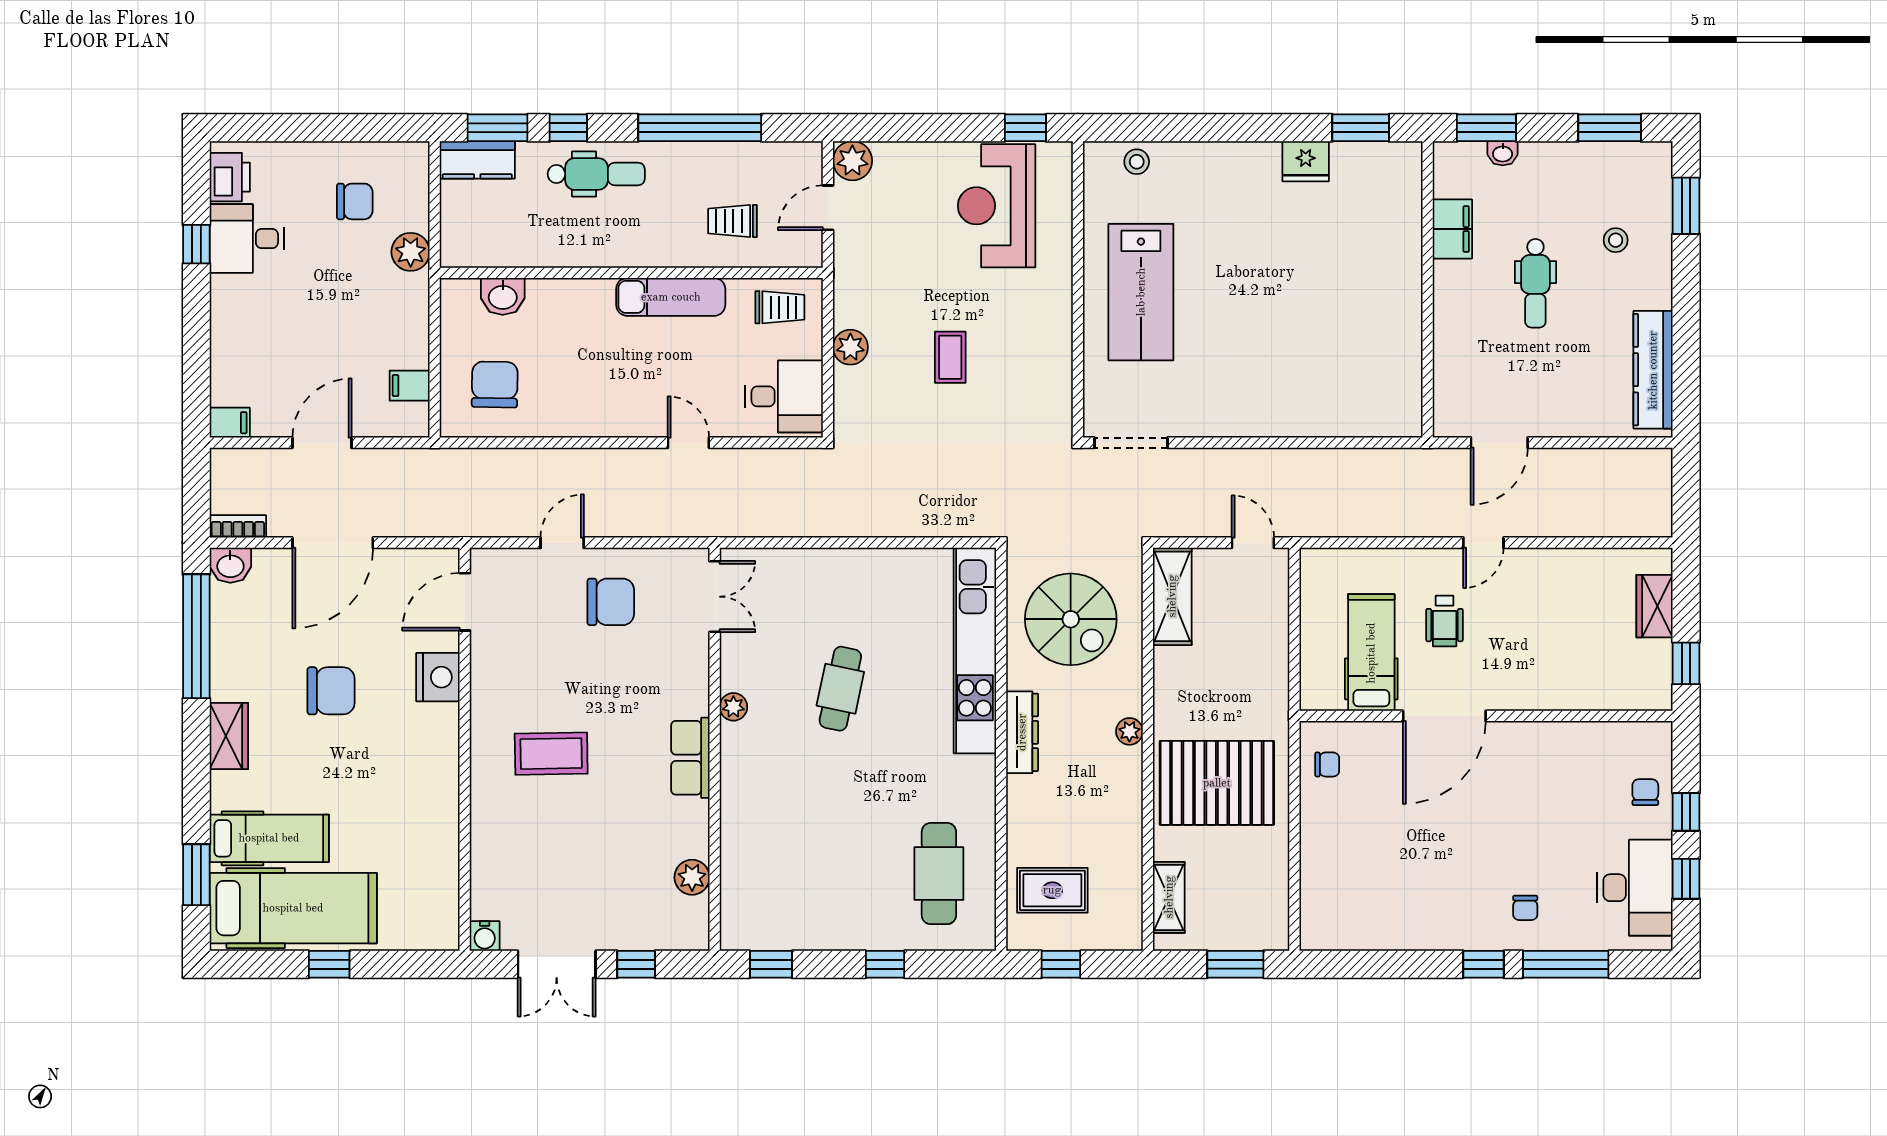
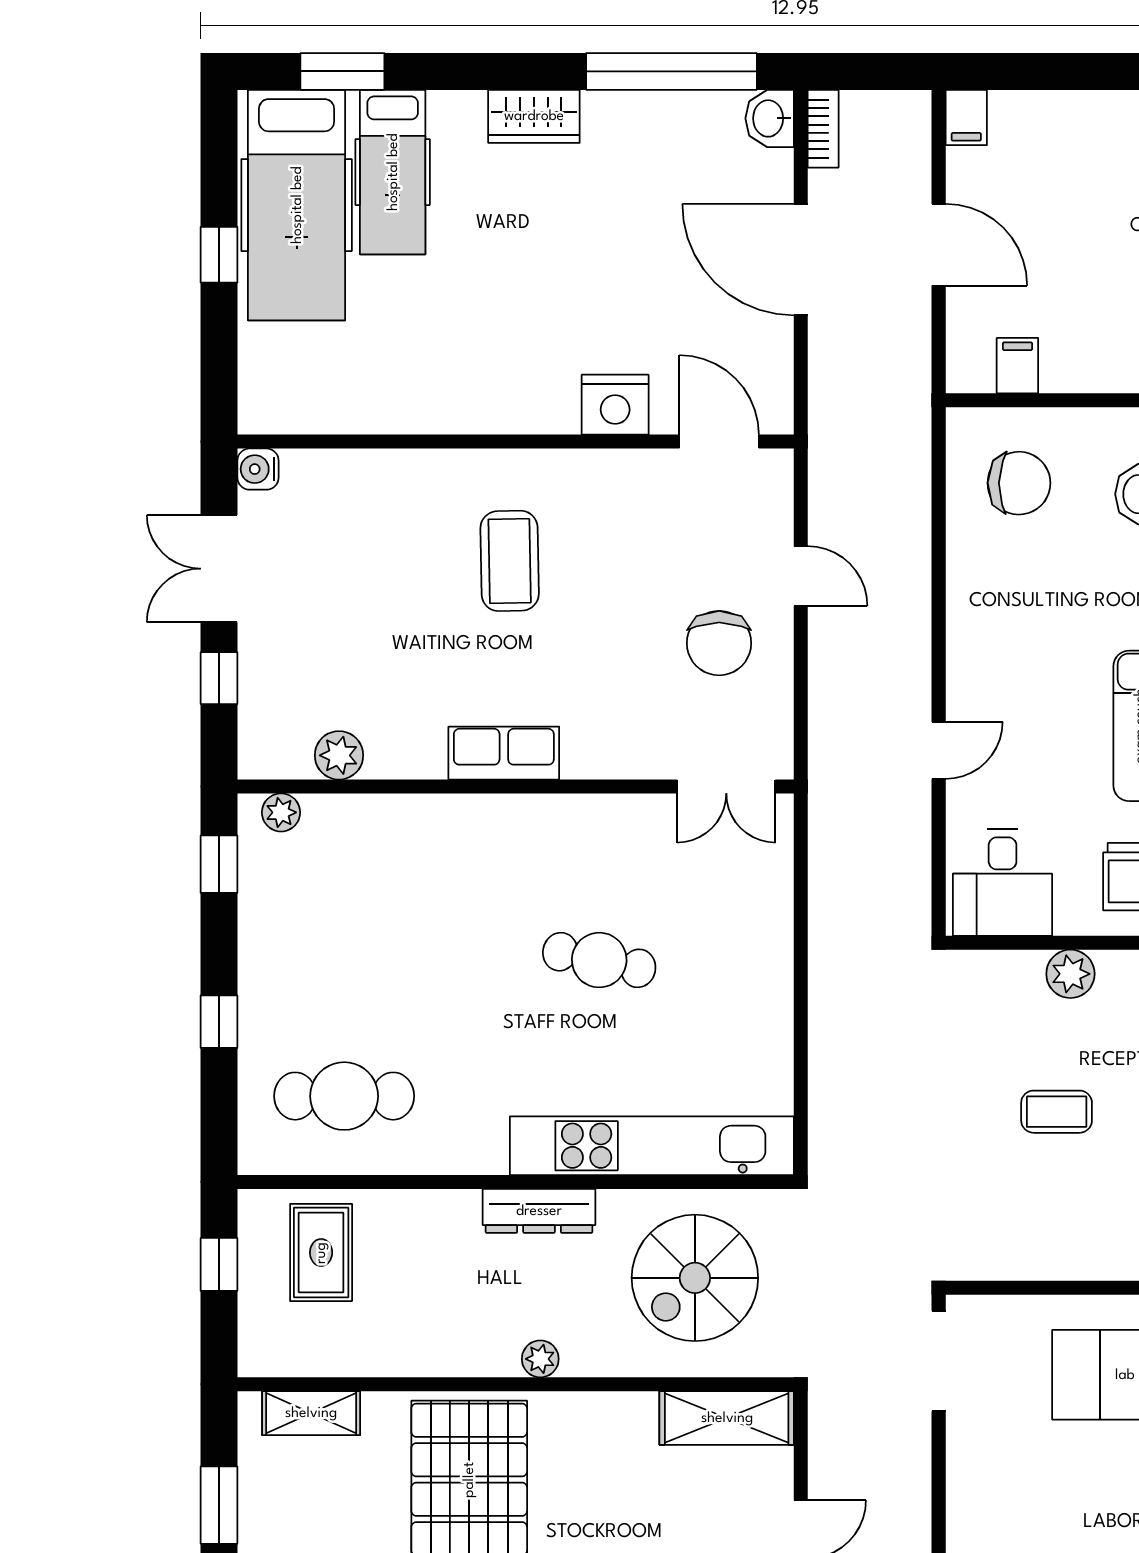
chair: (331, 691) -> (596, 257), removed
plant: (733, 707) -> (281, 812), moved

